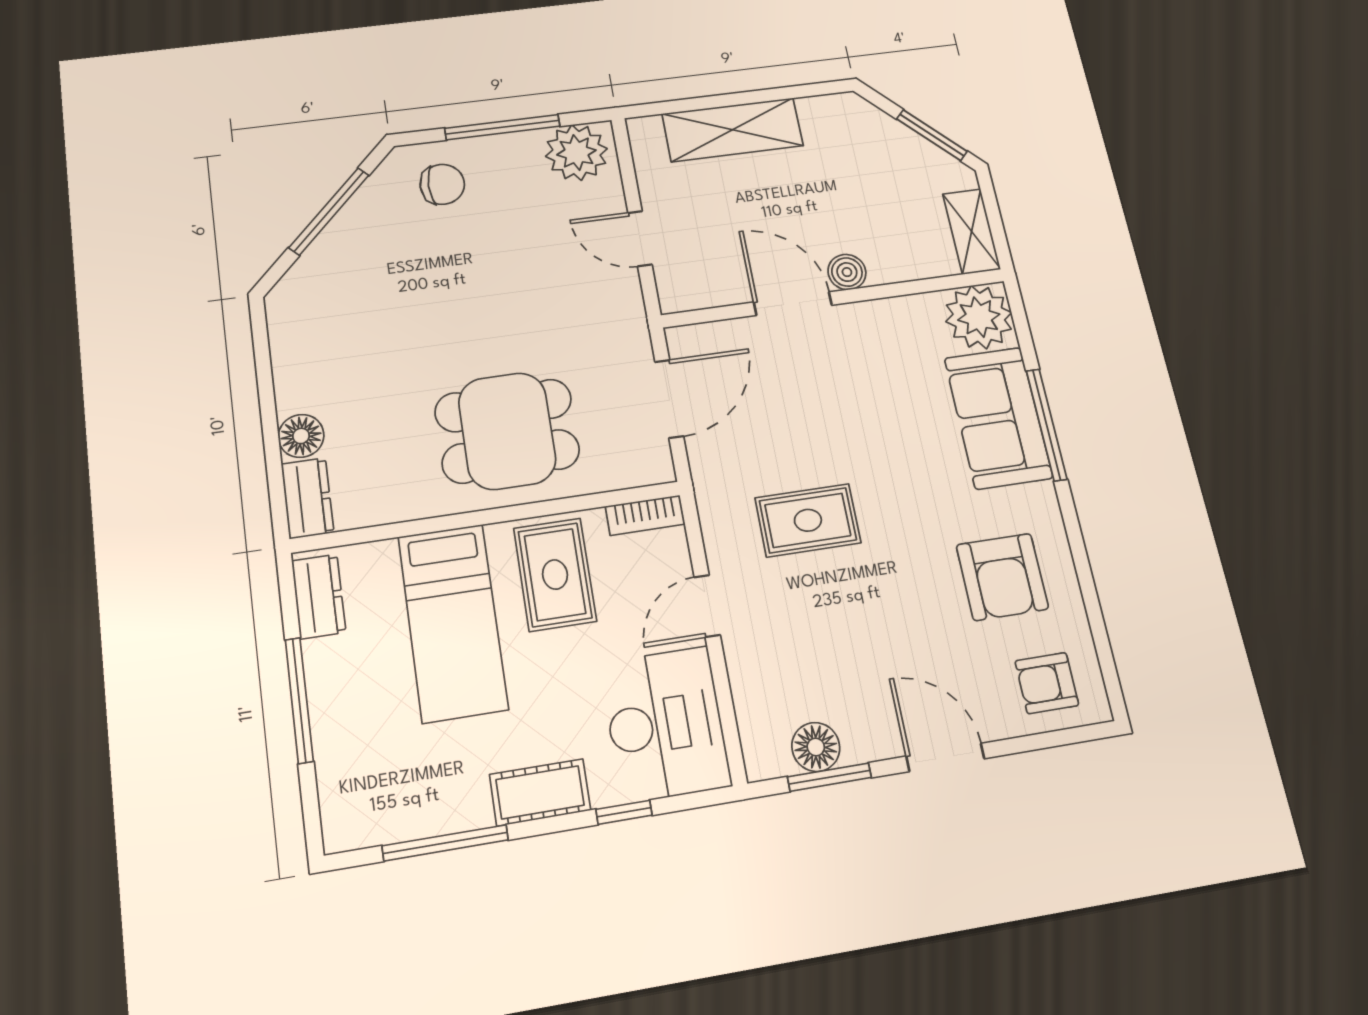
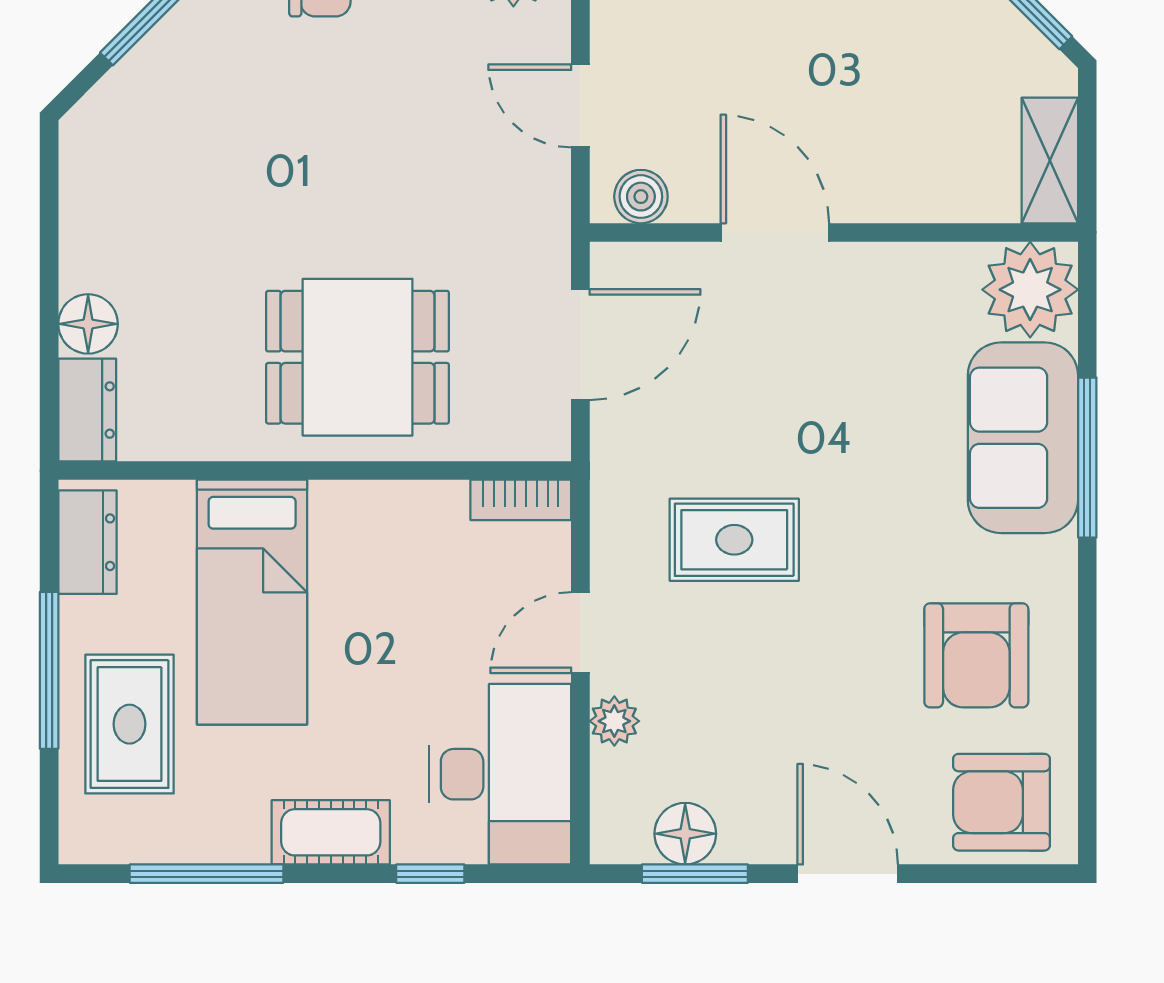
boiler: (847, 272) -> (641, 197), moved
rug: (555, 575) -> (130, 724), moved
plant: (745, 669) -> (614, 721), added
armchair: (1047, 683) -> (1002, 802), width x1.38, depth x1.38

